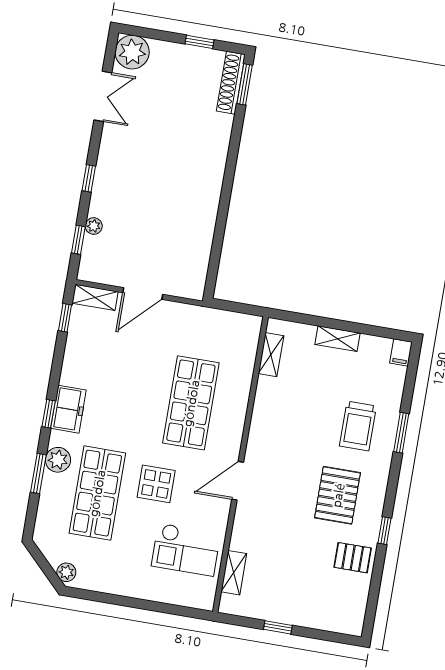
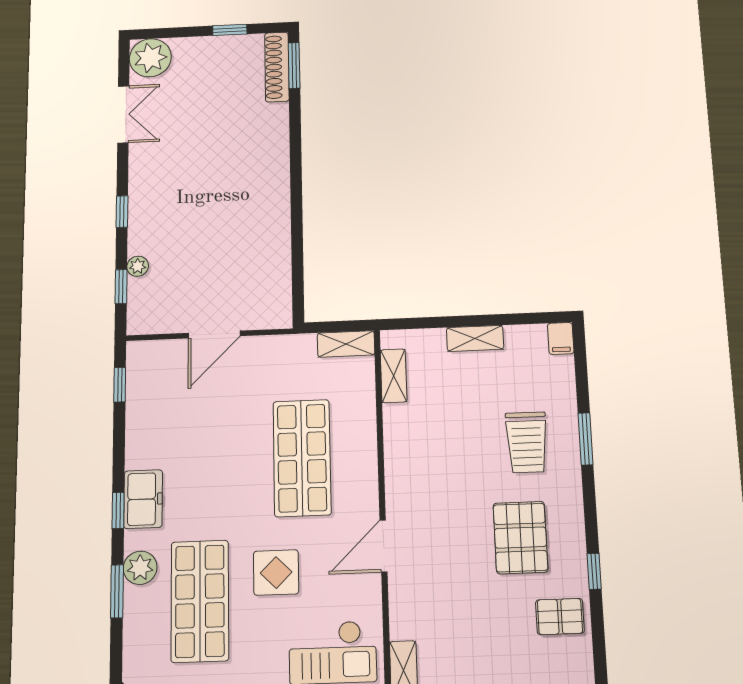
shelving: (95, 297) -> (346, 344), moved

